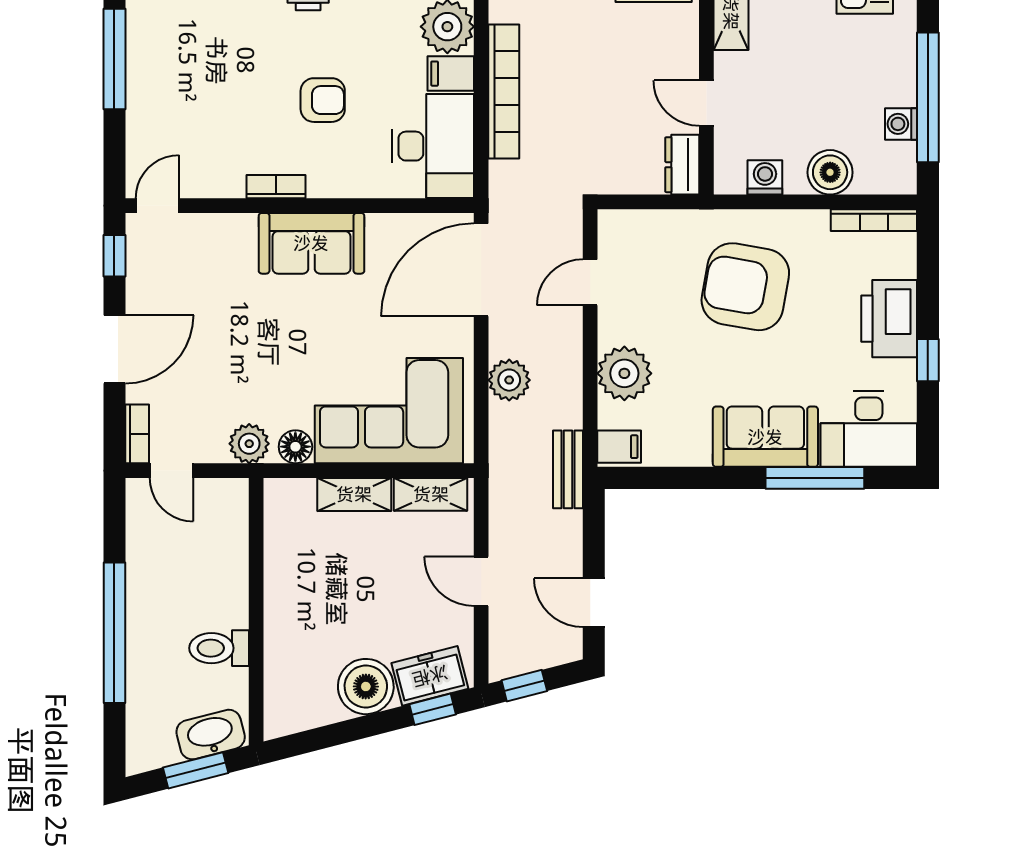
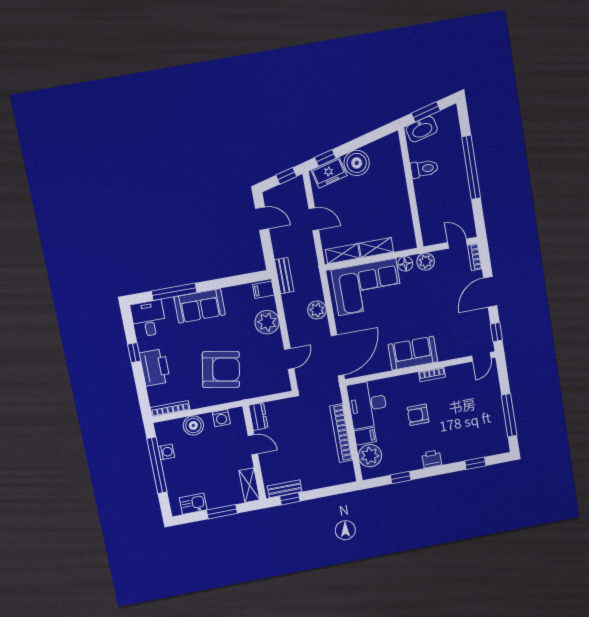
desk: (869, 429) -> (148, 319), width x0.73

